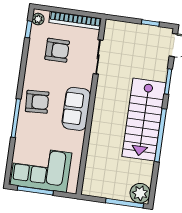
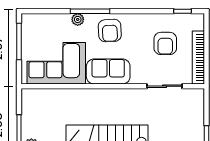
plant: (38, 19) -> (78, 19), moved
corner sofa: (41, 169) -> (56, 63), moved, turned -90

